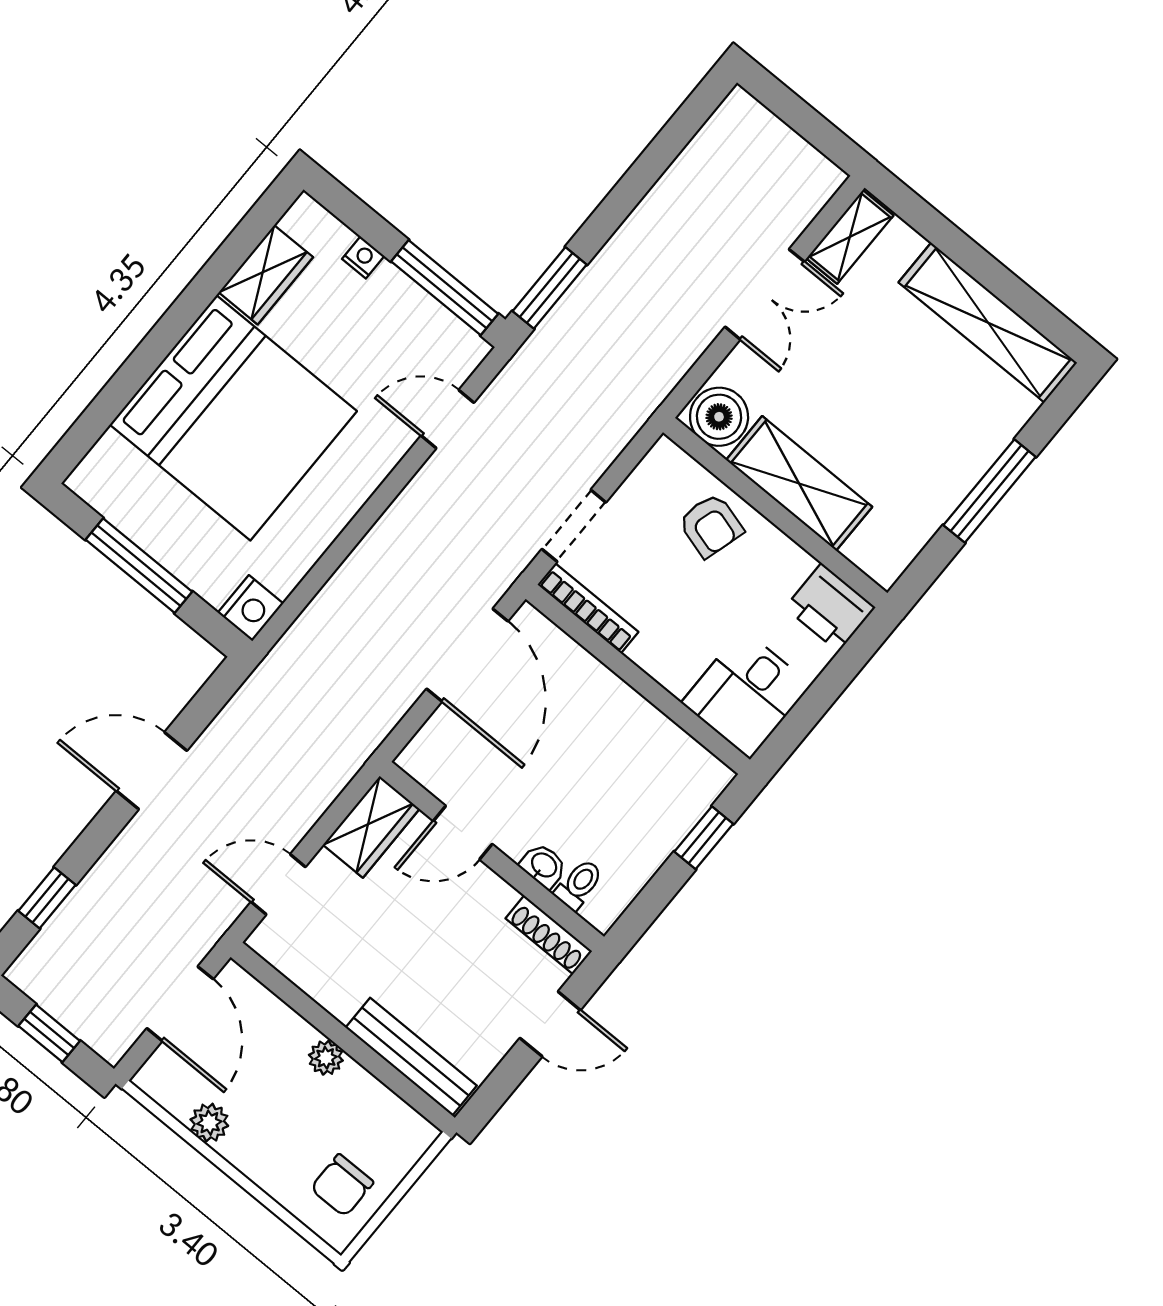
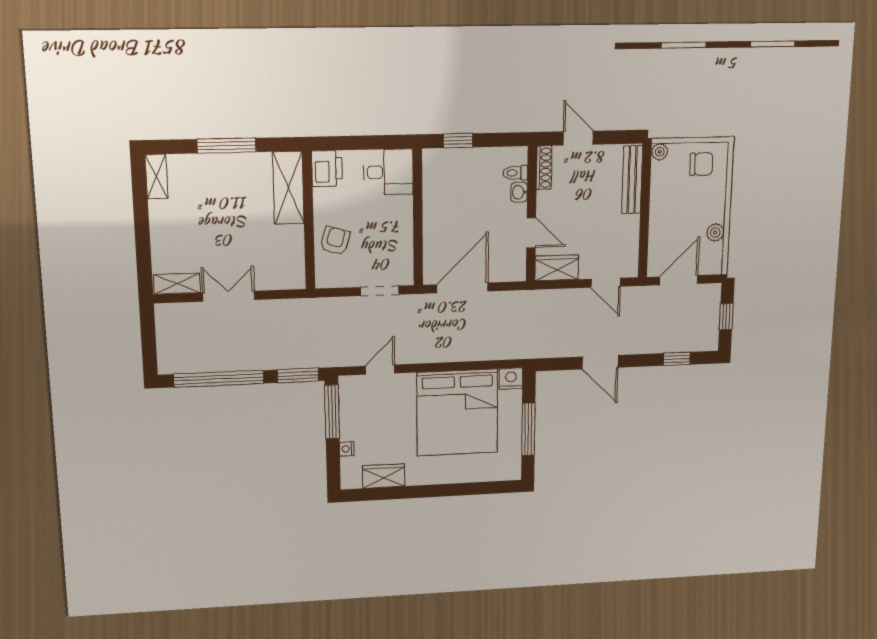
window: (650, 166) -> (219, 379), added
shelving: (988, 323) -> (156, 177), width x0.45, depth x0.75
boiler: (719, 417) -> (291, 273), removed
bed: (233, 418) -> (457, 413), moved, turned 180
door: (447, 419) -> (380, 370), swing flipped
shelving: (799, 483) -> (288, 188), moved
bookcase: (588, 608) -> (407, 259), removed
plant: (326, 1058) -> (660, 152), moved

